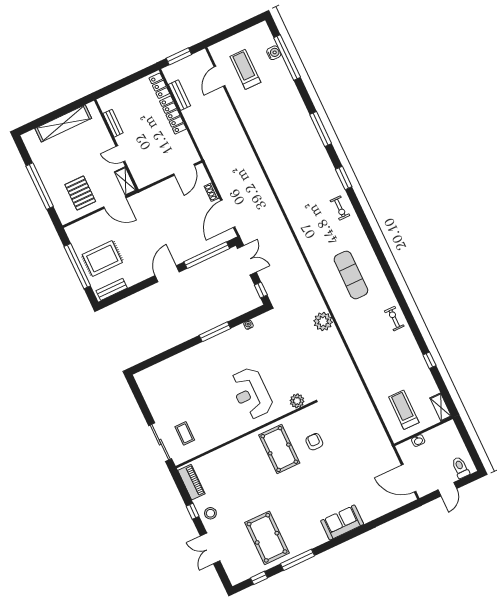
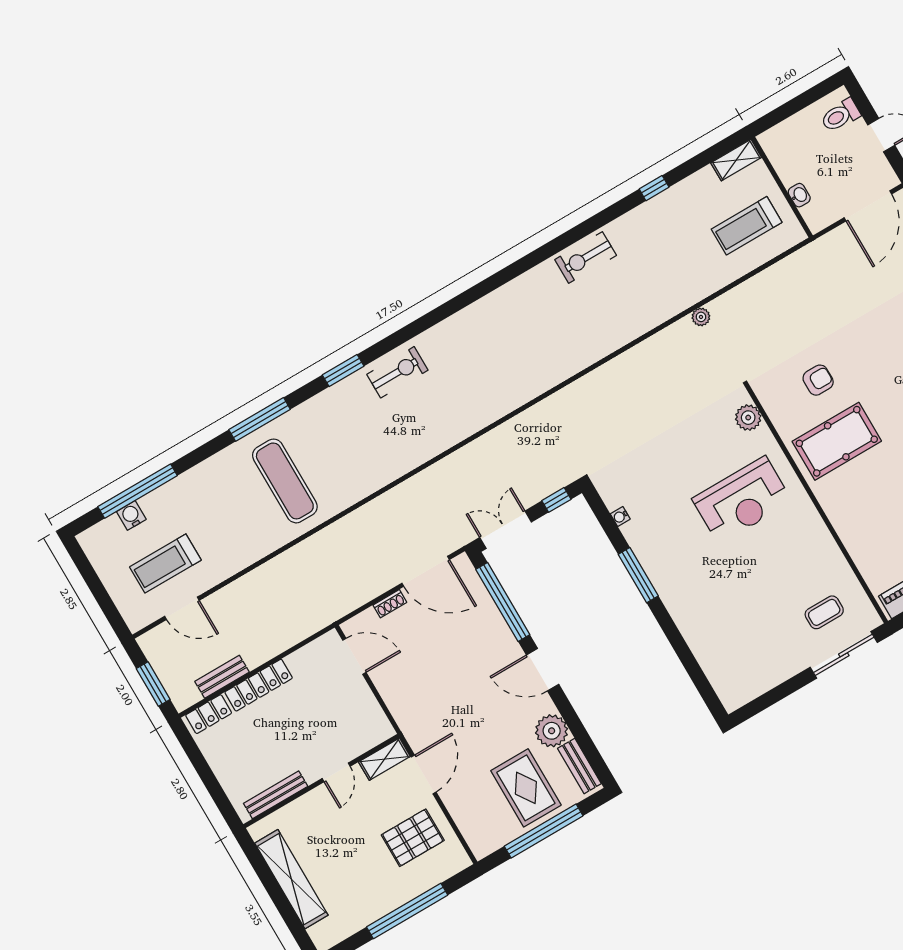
bench: (113, 123) -> (276, 795), width x1.36
exercise bike: (340, 208) -> (397, 372), width x1.38, depth x1.39
exercise mat: (351, 275) -> (285, 481), moved, turned 90
plant: (133, 276) -> (552, 731), added
exercise bike: (394, 319) -> (586, 258), width x1.38, depth x1.39
plant: (323, 321) -> (701, 317), moved, width x0.53, depth x0.53
armchair: (314, 442) -> (818, 380), turned 180

